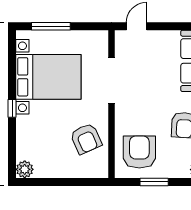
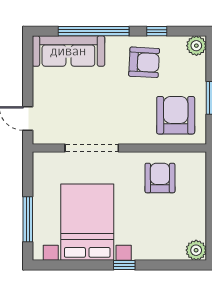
armchair: (86, 139) -> (160, 178), turned -66
armchair: (139, 152) -> (176, 115), turned 90

